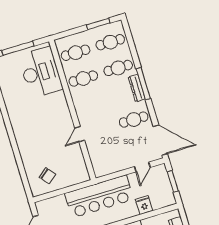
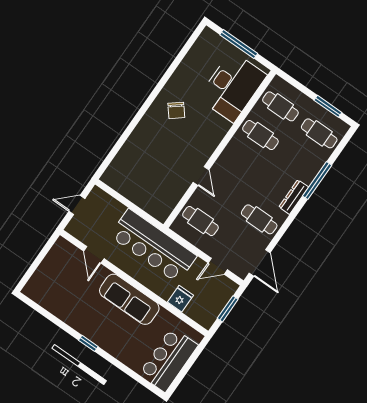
cafe table: (118, 68) -> (200, 221), moved
window: (143, 84) -> (317, 181), moved
door: (80, 134) -> (201, 176), swing flipped
door: (160, 140) -> (260, 263), width x0.73
chair: (47, 176) -> (176, 110), moved

